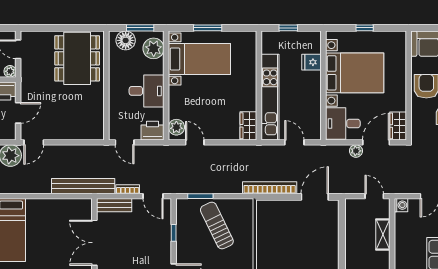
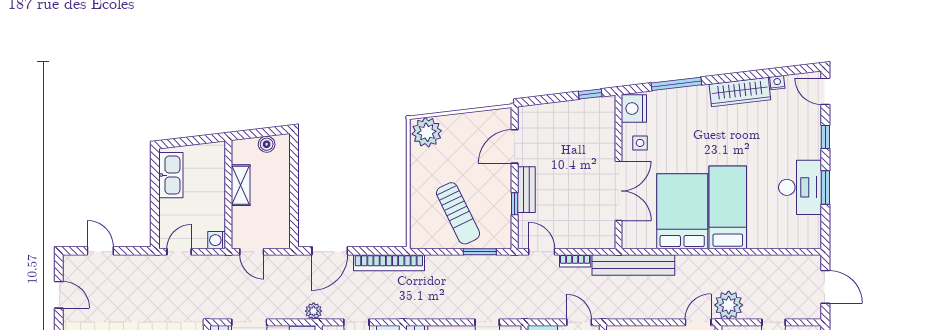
plant: (356, 151) -> (314, 311), moved
bench: (114, 205) -> (526, 190), moved, turned 90
bed: (46, 227) -> (682, 211), added
shelving: (383, 234) -> (241, 185), moved

